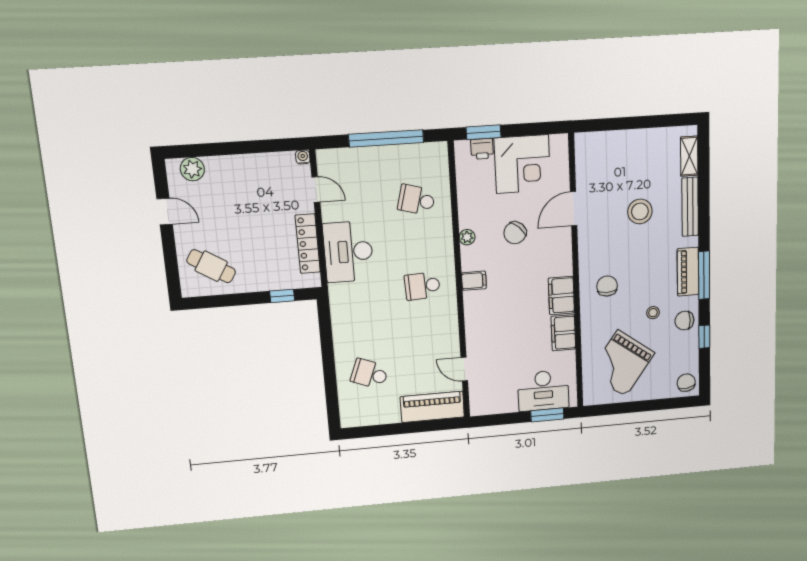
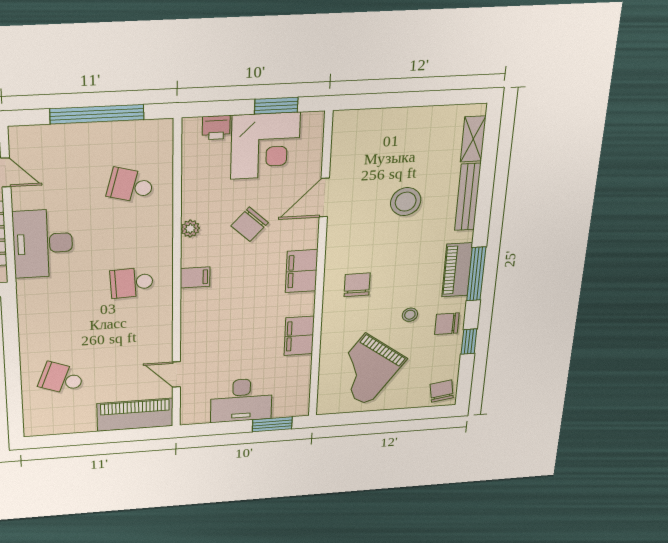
window: (483, 132) -> (276, 106), moved
filing cabinet: (561, 296) -> (302, 271), moved
desk: (543, 391) -> (241, 400), moved

